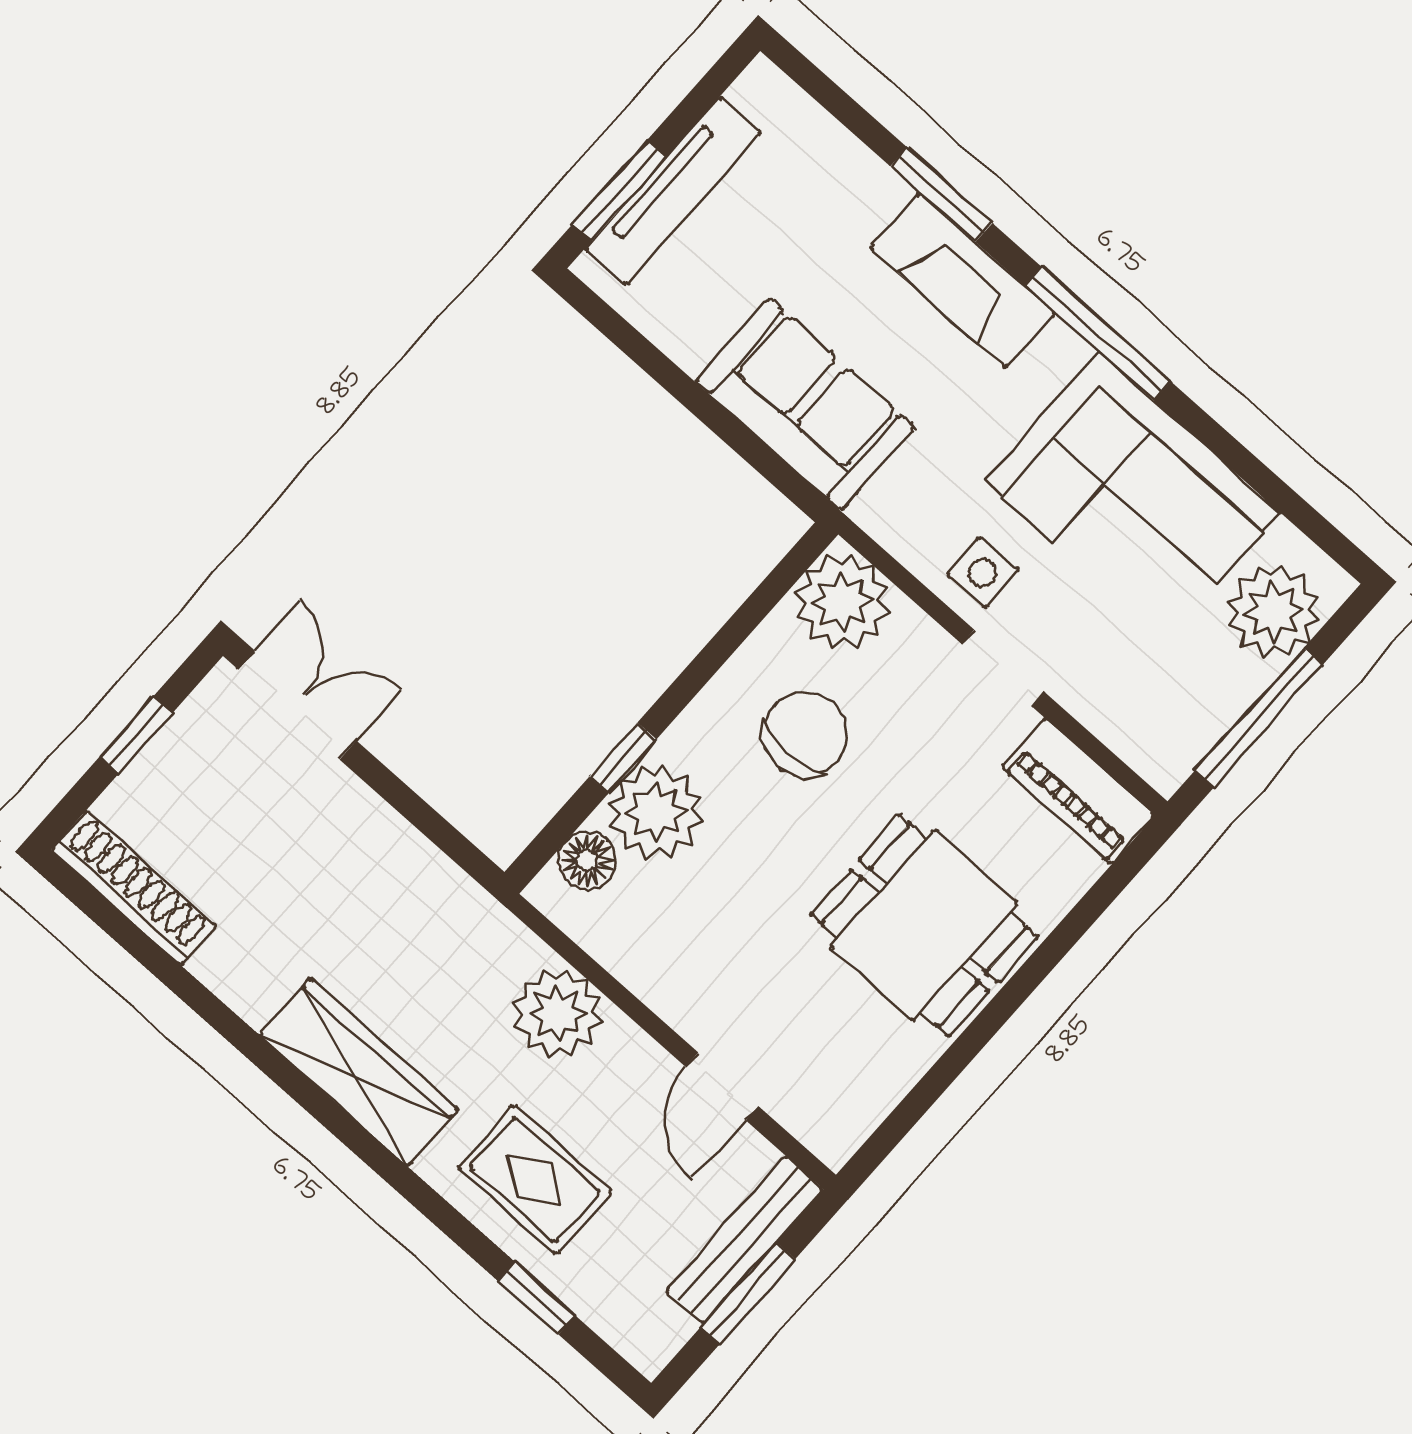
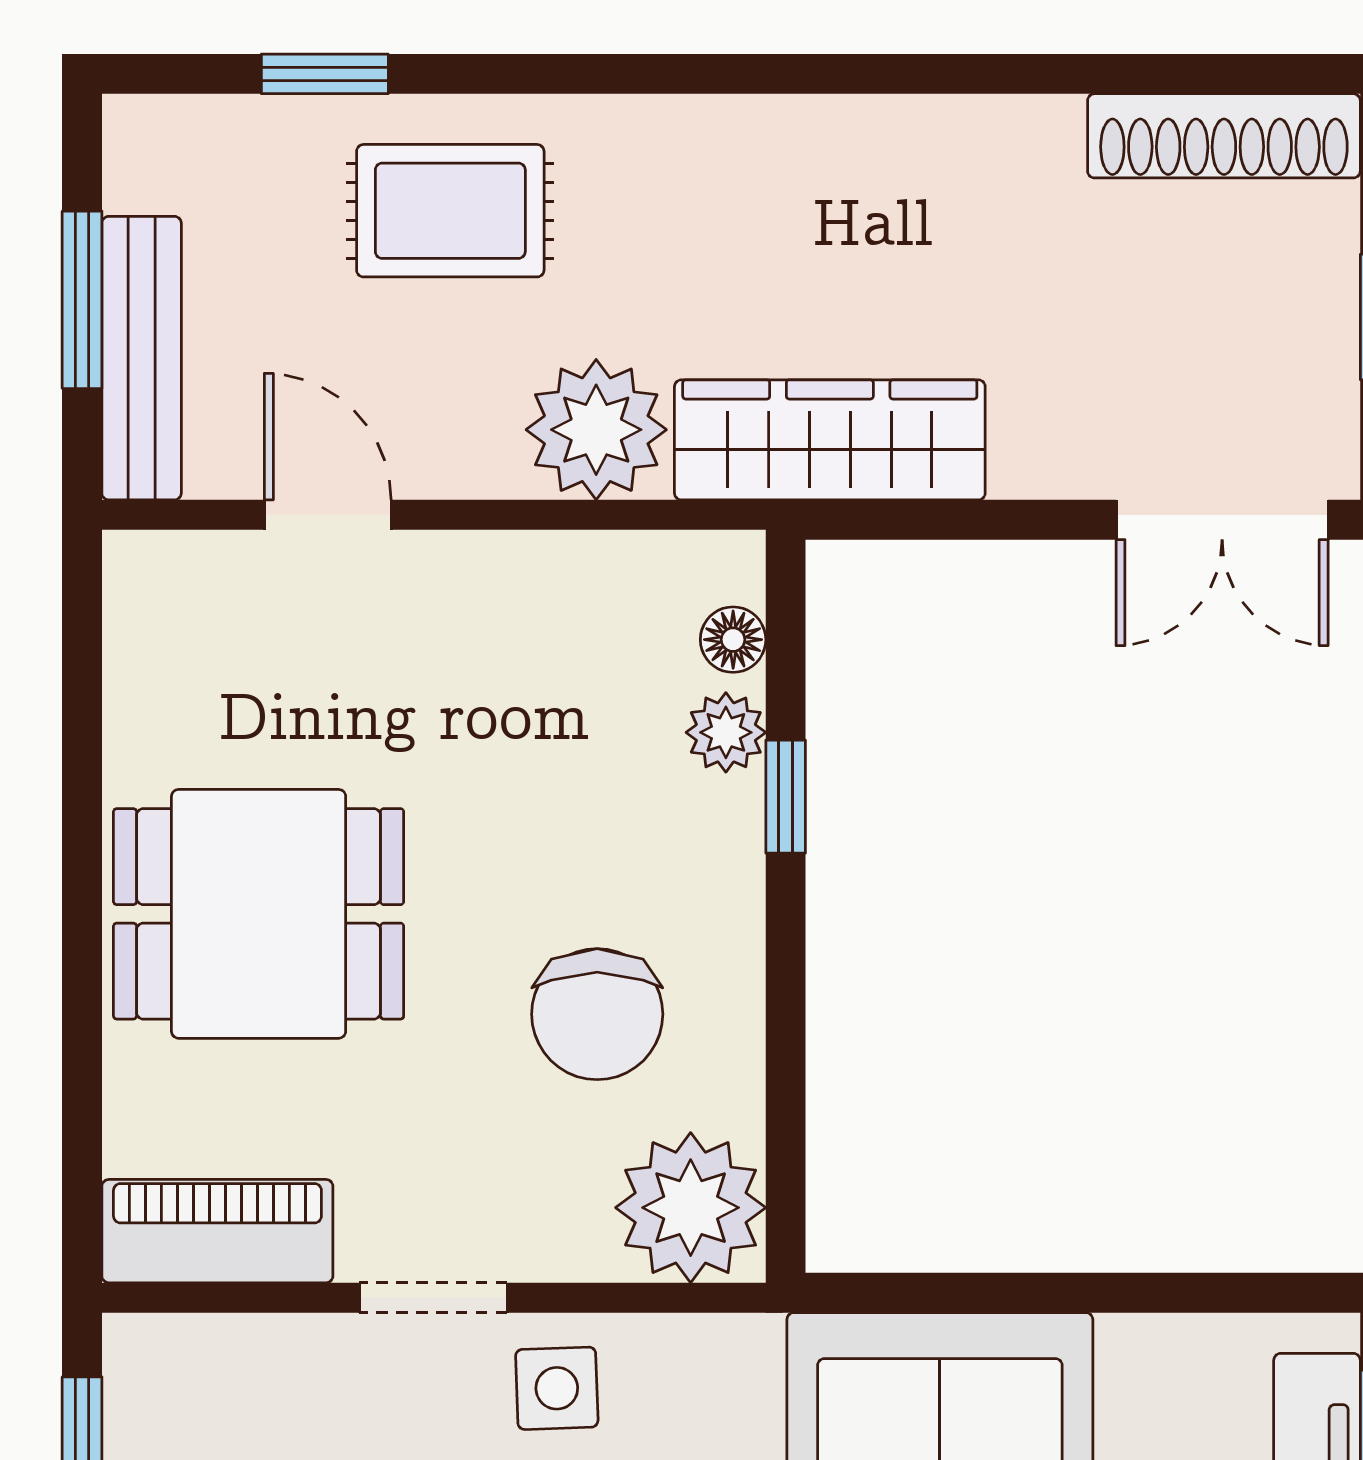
plant: (656, 812) -> (726, 732), width x0.53, depth x0.53
floor lamp: (587, 860) -> (733, 640), width x0.73, depth x0.73
wardrobe: (359, 1072) -> (830, 440), moved, turned 180

